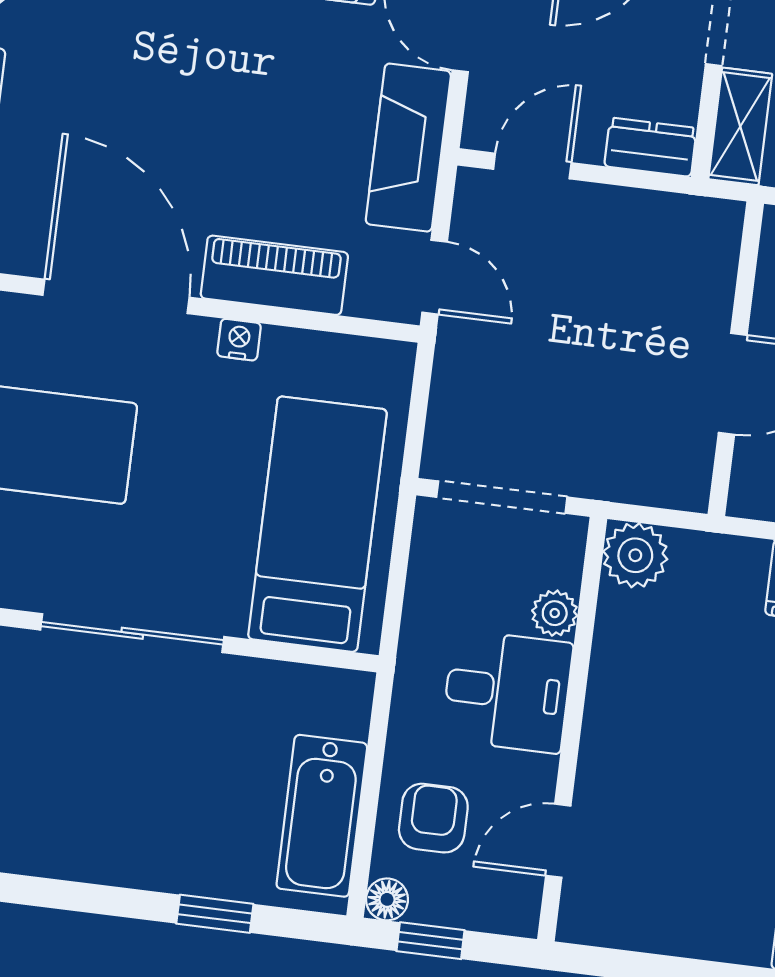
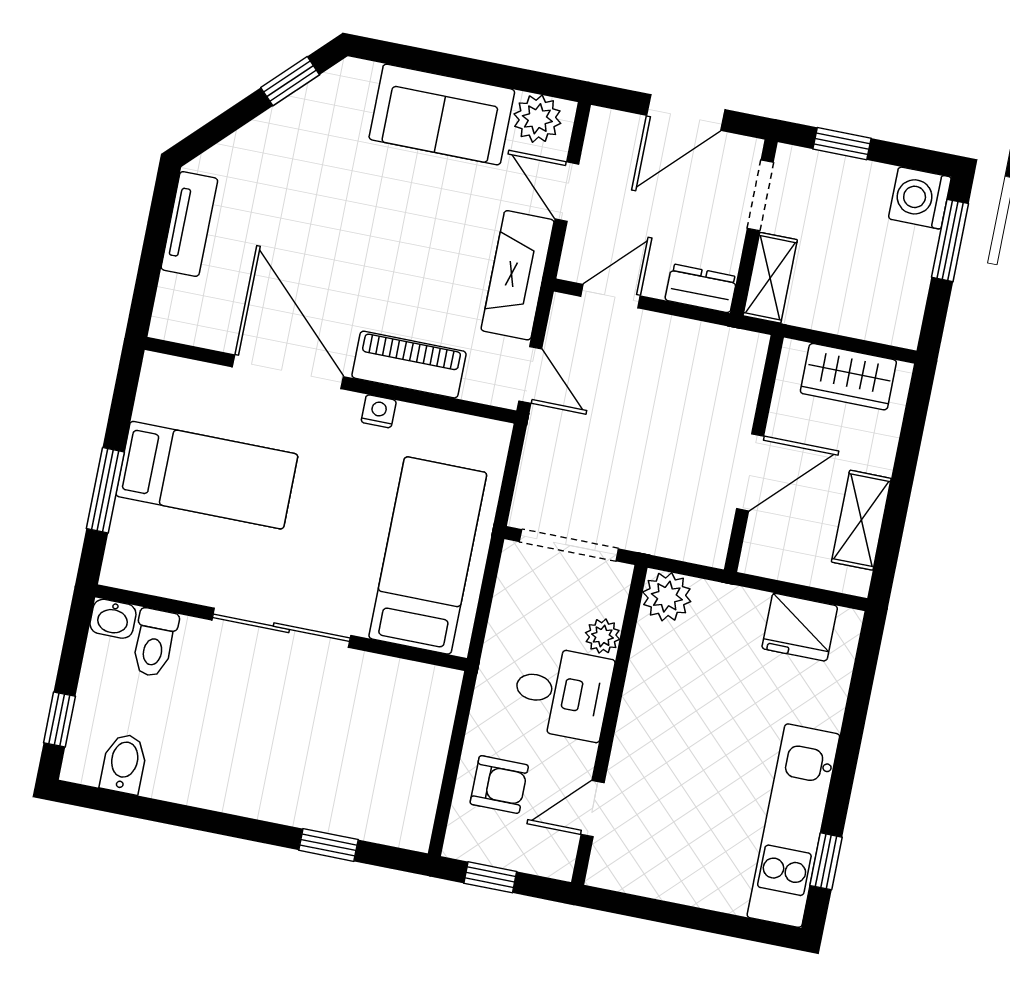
bathtub: (322, 816) -> (415, 777), removed
armchair: (433, 818) -> (499, 785), turned 90
floor lamp: (387, 899) -> (460, 844), removed

